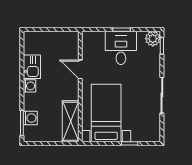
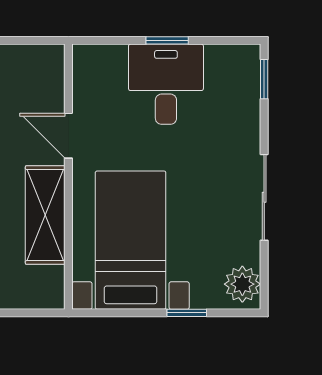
plant: (153, 39) -> (242, 284), moved
shelving: (71, 121) -> (45, 215), moved

